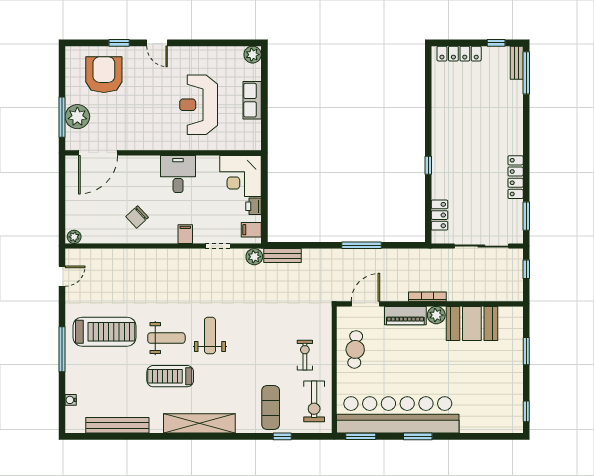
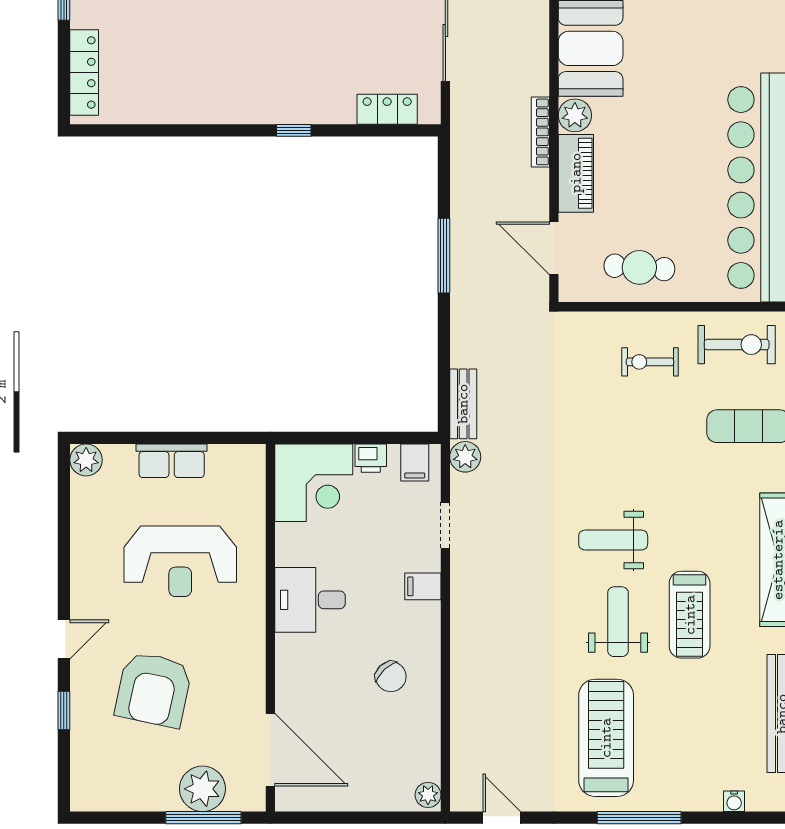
armchair: (104, 75) -> (153, 689), moved, turned -78

